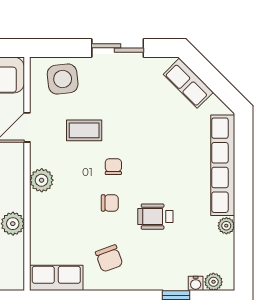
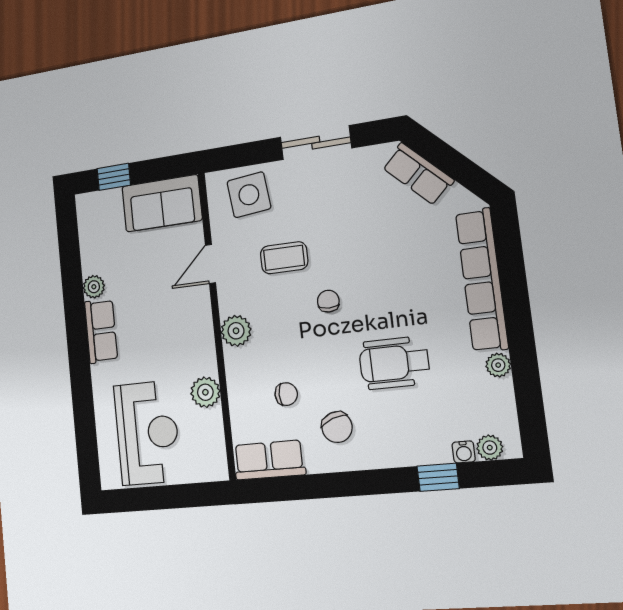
chair: (110, 203) -> (286, 394), moved
wheelchair: (155, 217) -> (394, 363), width x1.36, depth x1.37

